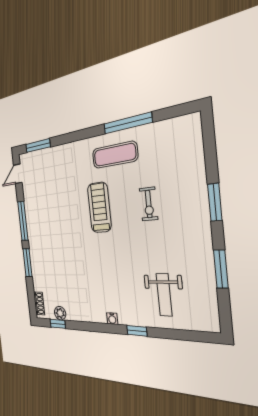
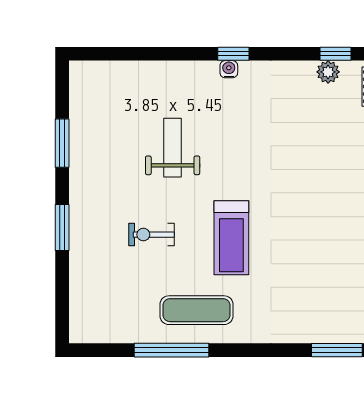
exercise bike: (149, 204) -> (151, 235), turned -90
weight bench: (164, 295) -> (173, 148), moved
window: (137, 331) -> (233, 54), moved

